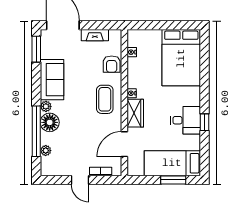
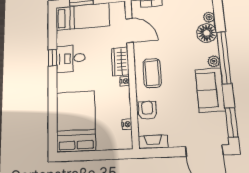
fireplace: (95, 35) -> (153, 142), moved
floor lamp: (50, 122) -> (207, 33), moved
window: (36, 131) -> (224, 57), moved
door: (124, 144) -> (129, 30), hinge flipped

